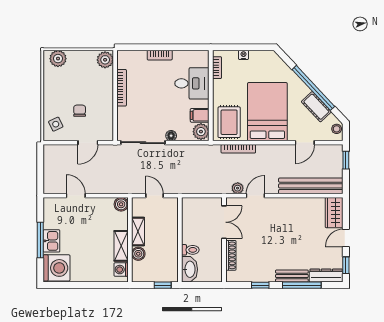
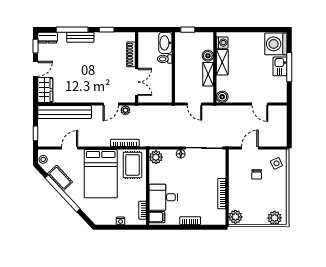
filing cabinet: (200, 115) -> (157, 217), moved
double door: (224, 222) -> (137, 82), swing flipped
dresser: (326, 276) -> (48, 38), width x0.70

